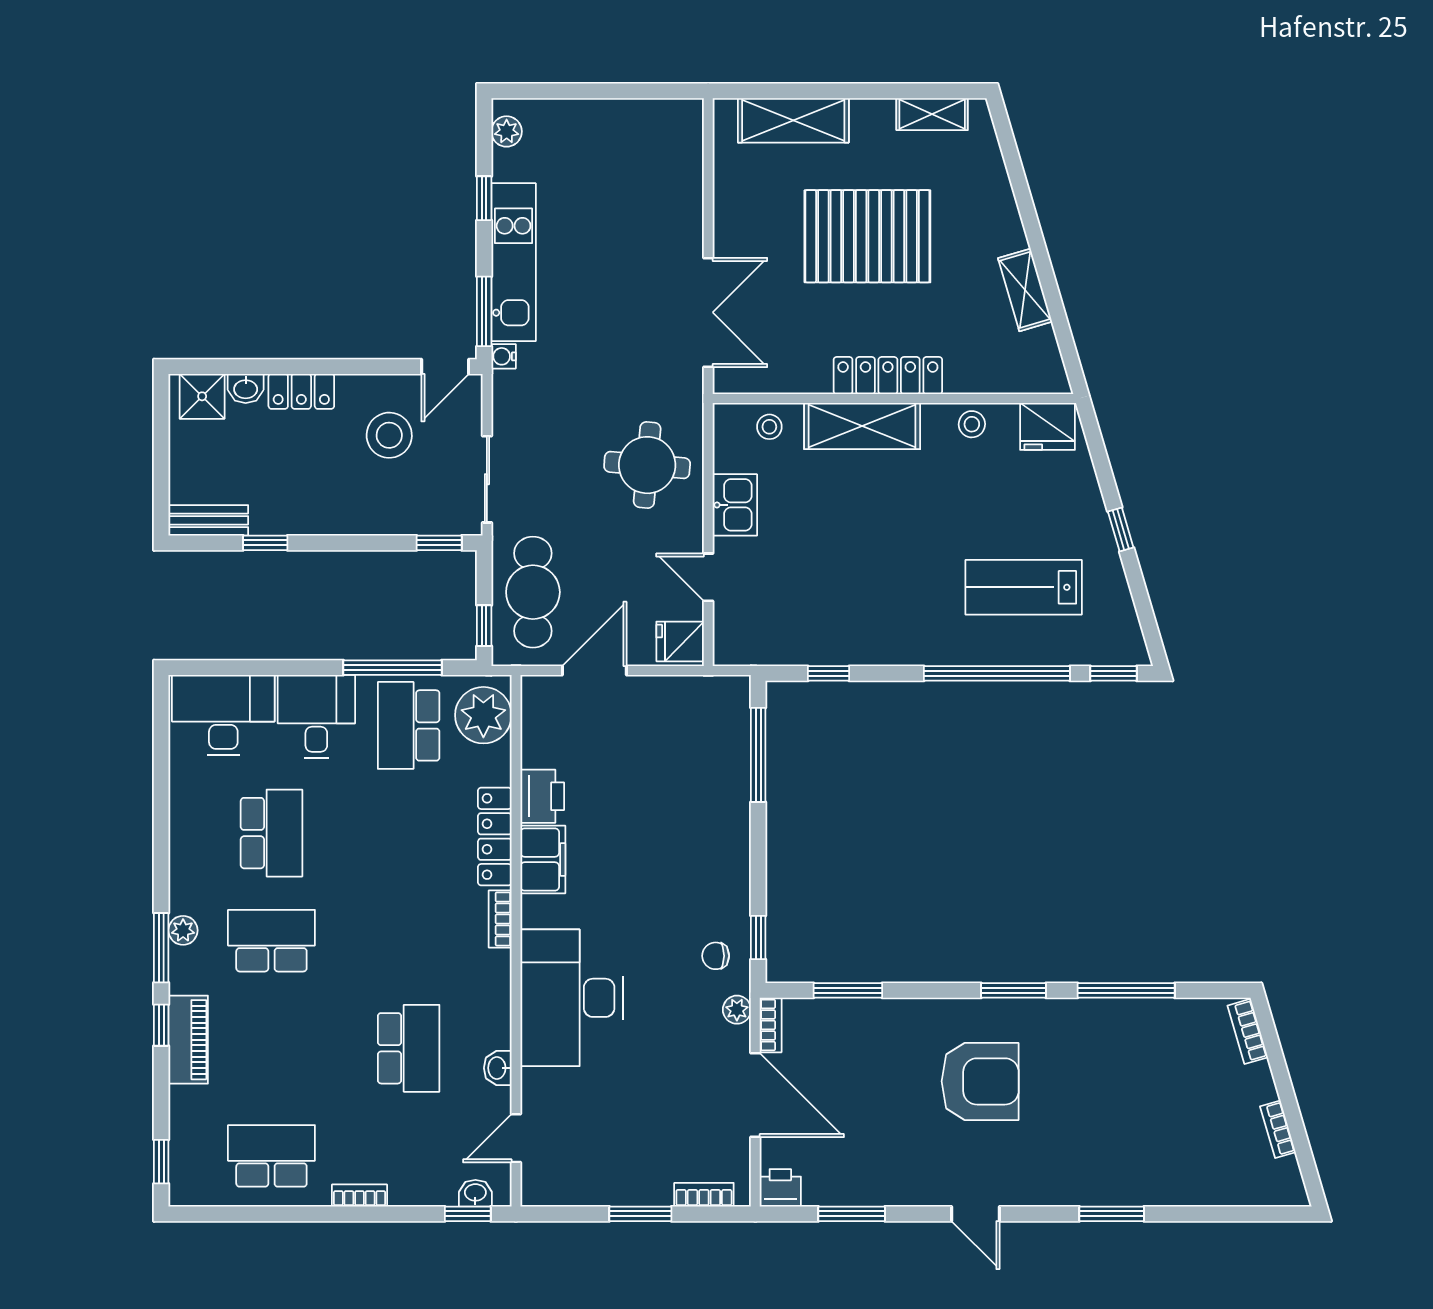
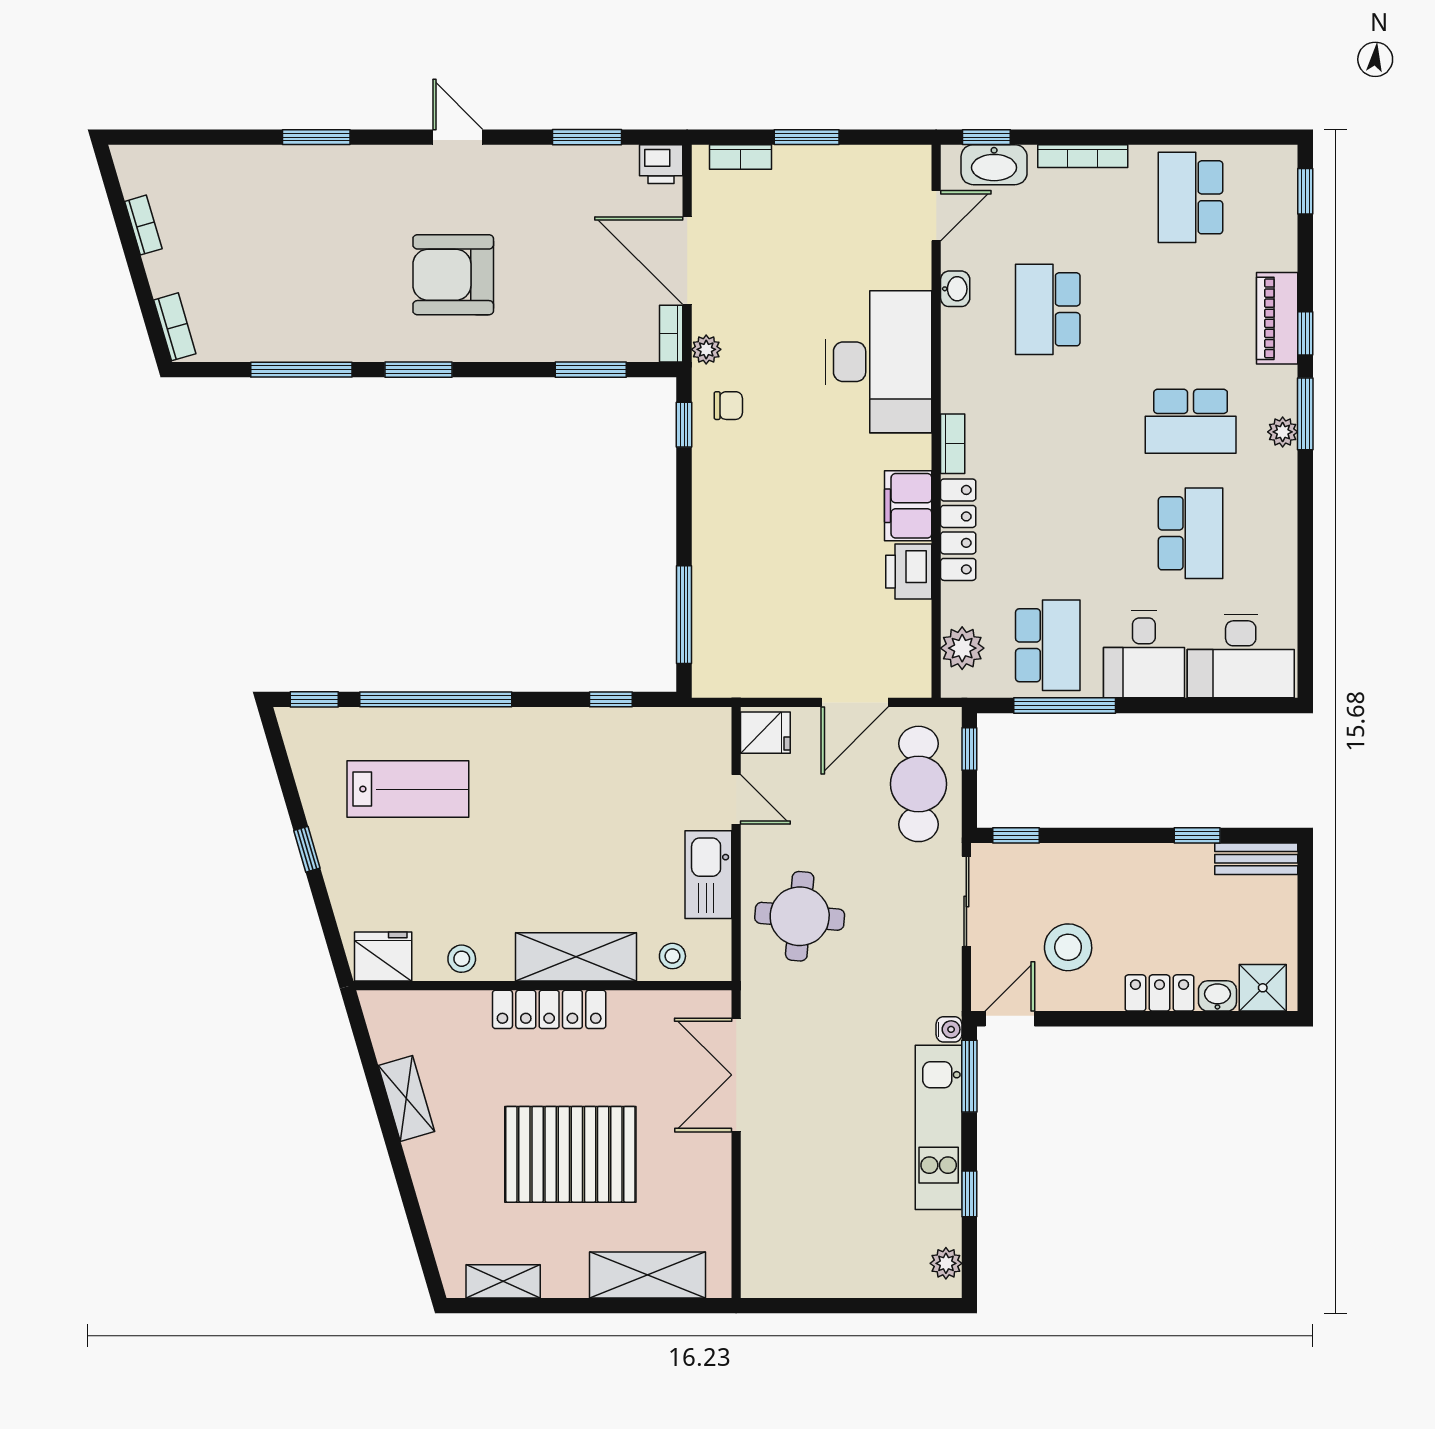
kitchen sink: (735, 505) -> (708, 875), width x1.38
plant: (483, 715) -> (962, 648), width x0.73, depth x0.73
school desk: (271, 833) -> (1191, 533), turned 180
school desk: (271, 1156) -> (1191, 197), turned 90
washbasin: (475, 1193) -> (994, 165), width x1.91, depth x1.45
bookcase: (360, 1195) -> (1083, 156), width x1.56

